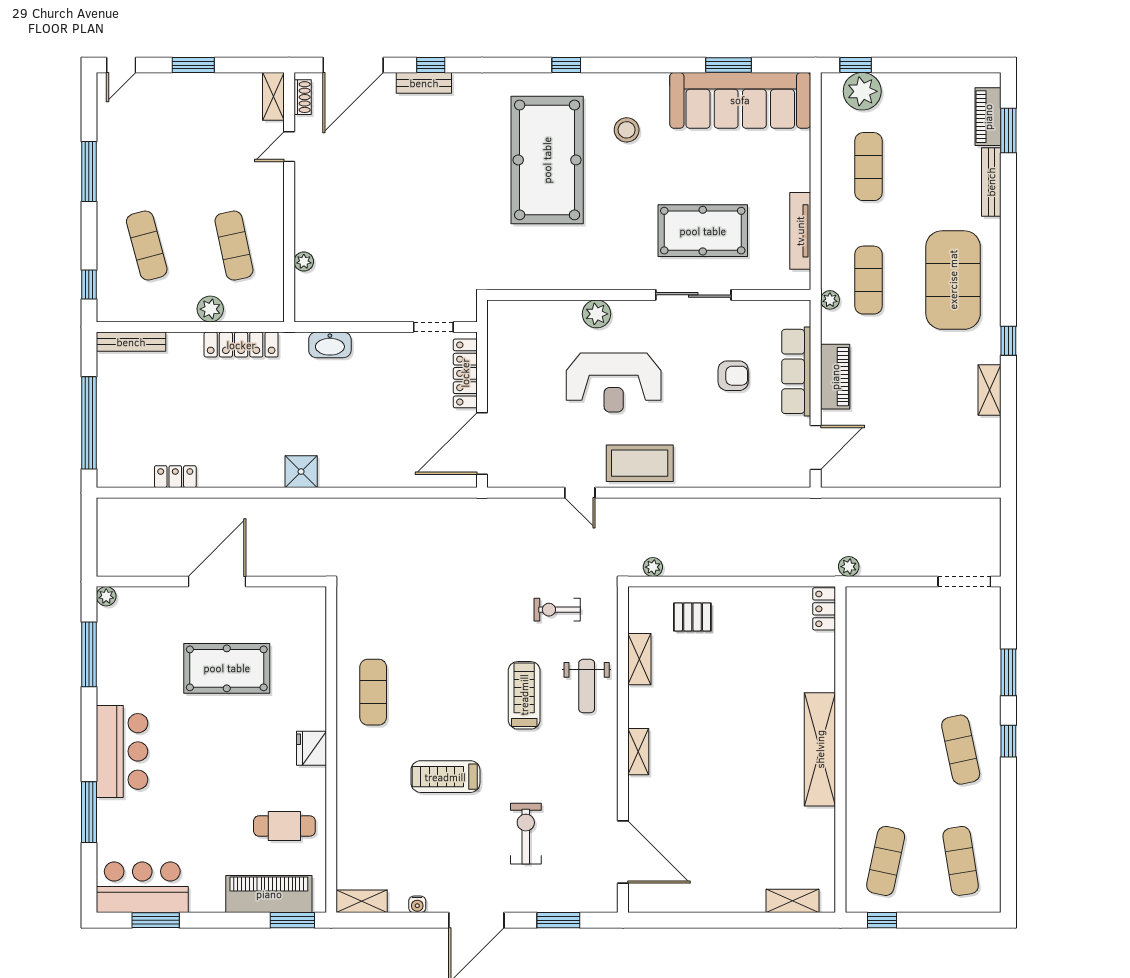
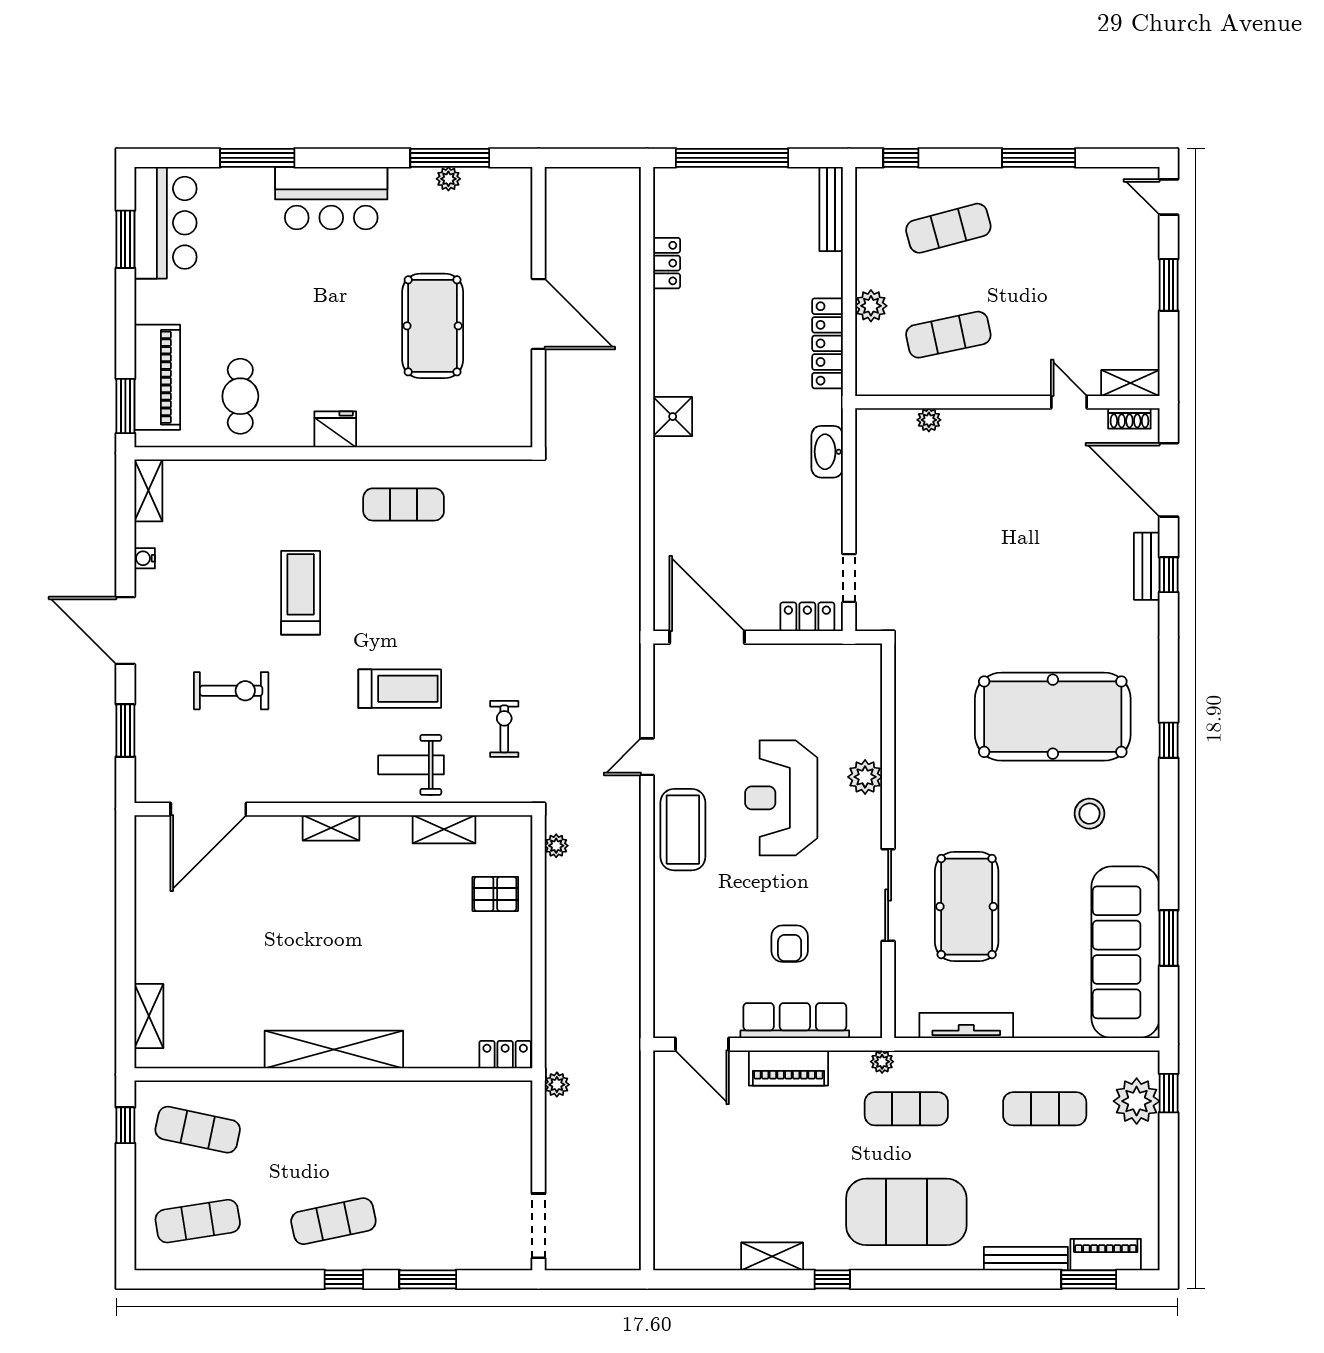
locker: (465, 373) -> (807, 617), width x0.66
plant: (106, 596) -> (448, 179), moved
pallet: (692, 617) -> (495, 894), turned 90

